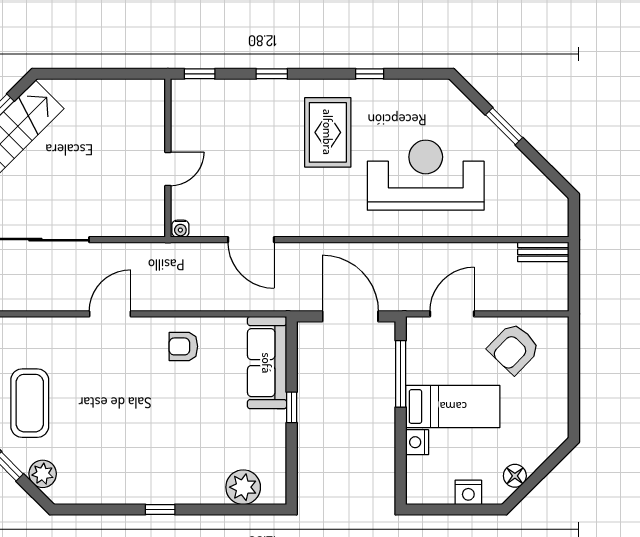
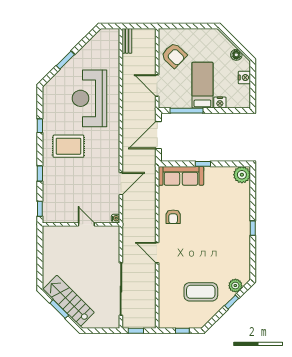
plant: (243, 487) -> (242, 175), moved

